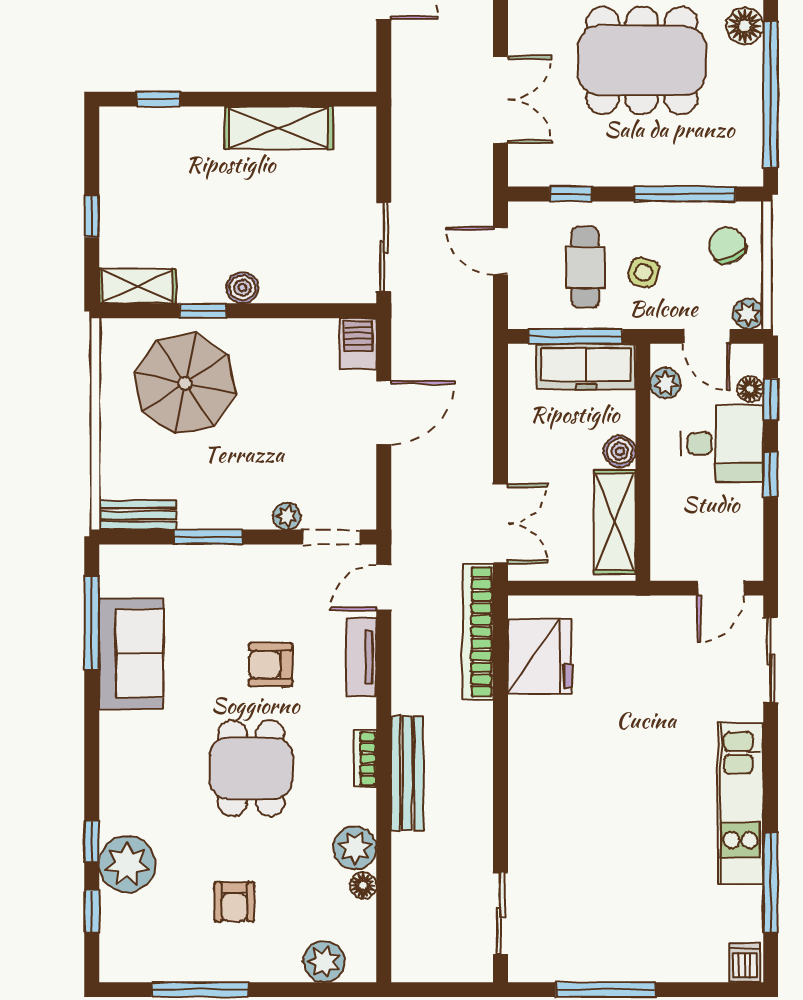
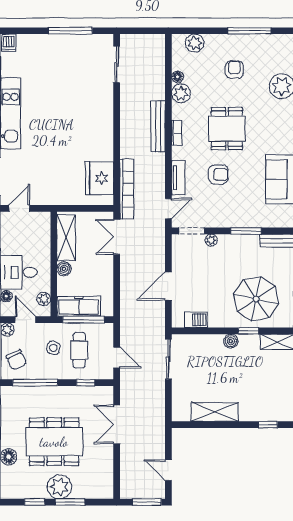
barbecue: (358, 344) -> (196, 320), moved, turned -90

